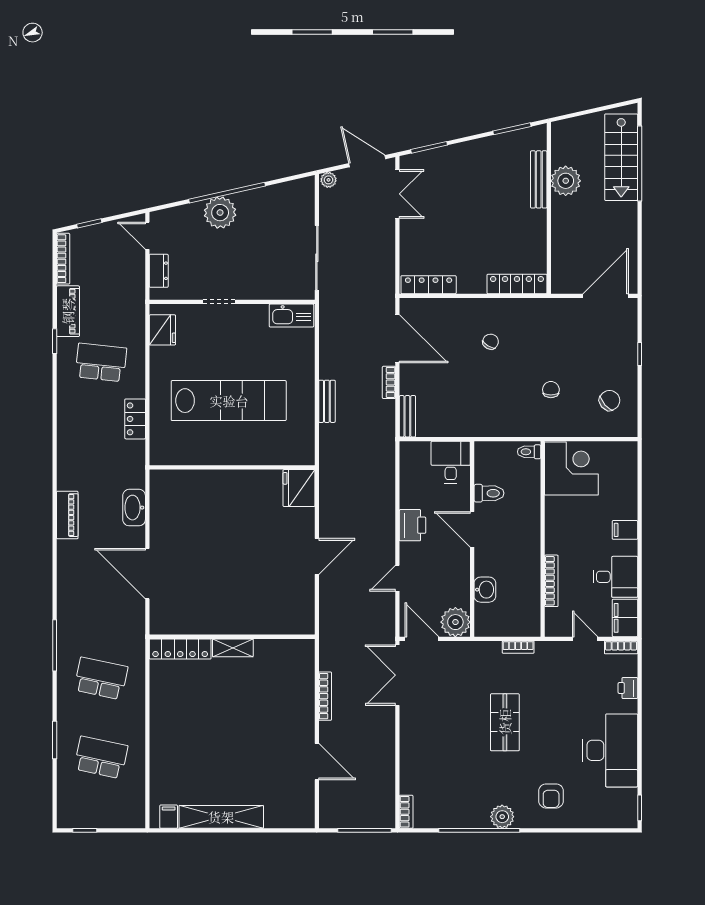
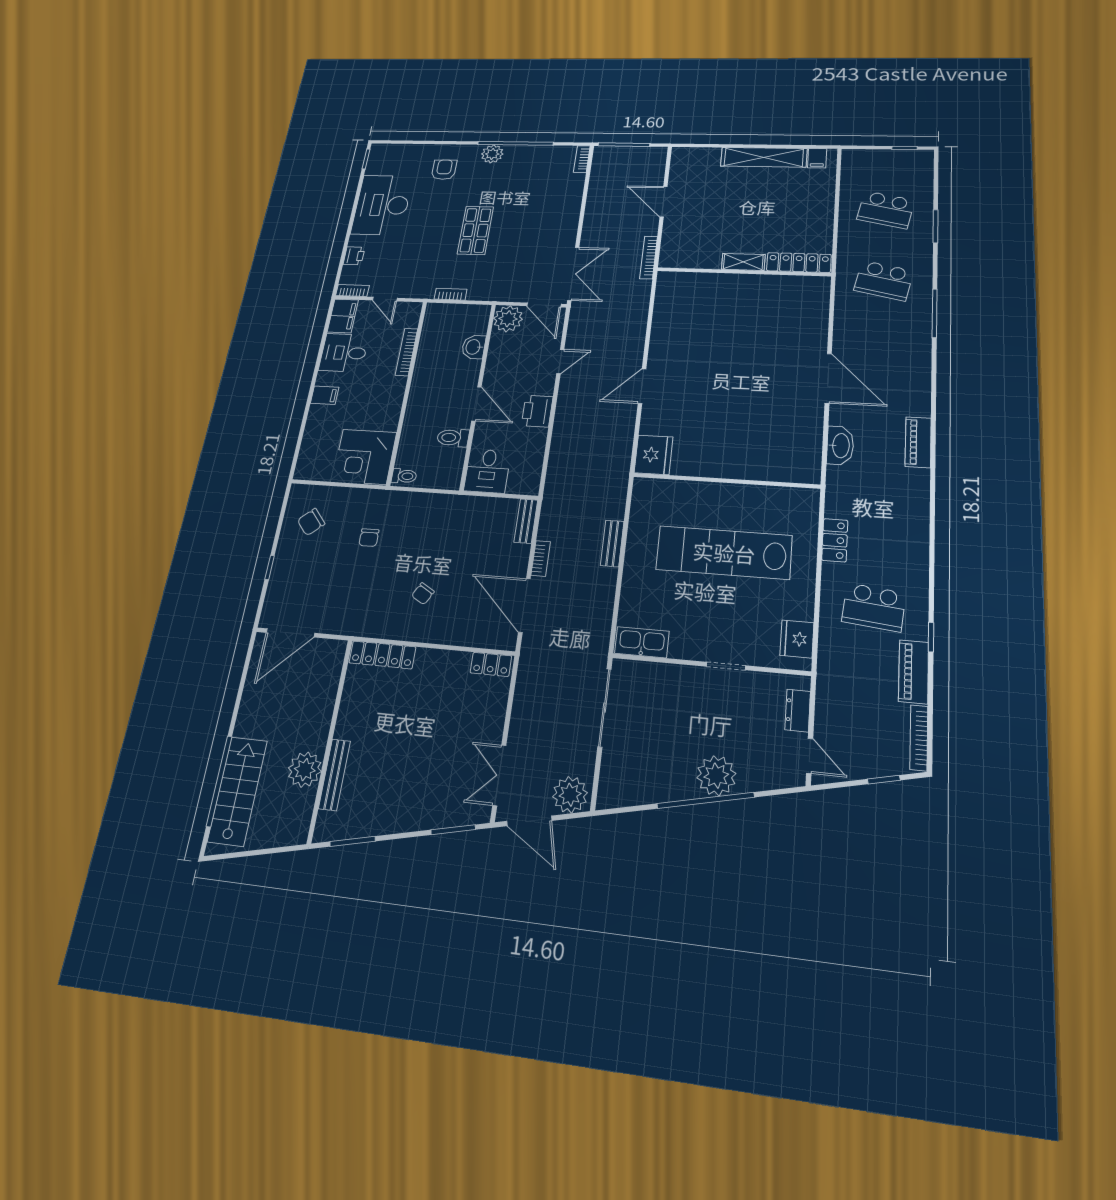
plant: (328, 180) -> (570, 795), width x1.88, depth x1.88
locker: (429, 285) -> (491, 664), width x0.66
wall: (232, 637) -> (743, 272), moved
shelving: (233, 648) -> (743, 262), moved
locker: (180, 649) -> (799, 263), moved

